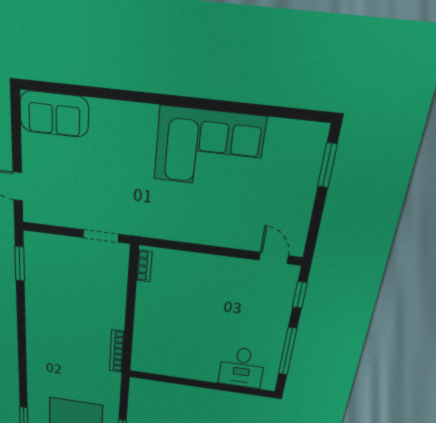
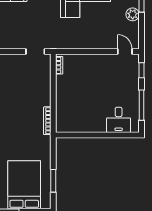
plant: (303, 190) -> (133, 14), added

